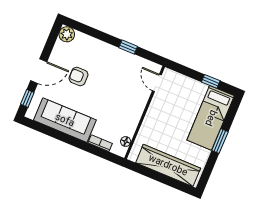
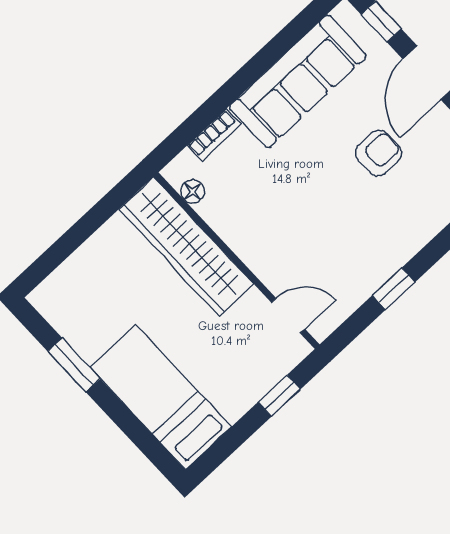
window: (211, 81) -> (279, 396), moved
window: (220, 141) -> (74, 365), moved
wardrobe: (168, 165) -> (186, 246), moved, turned 90

